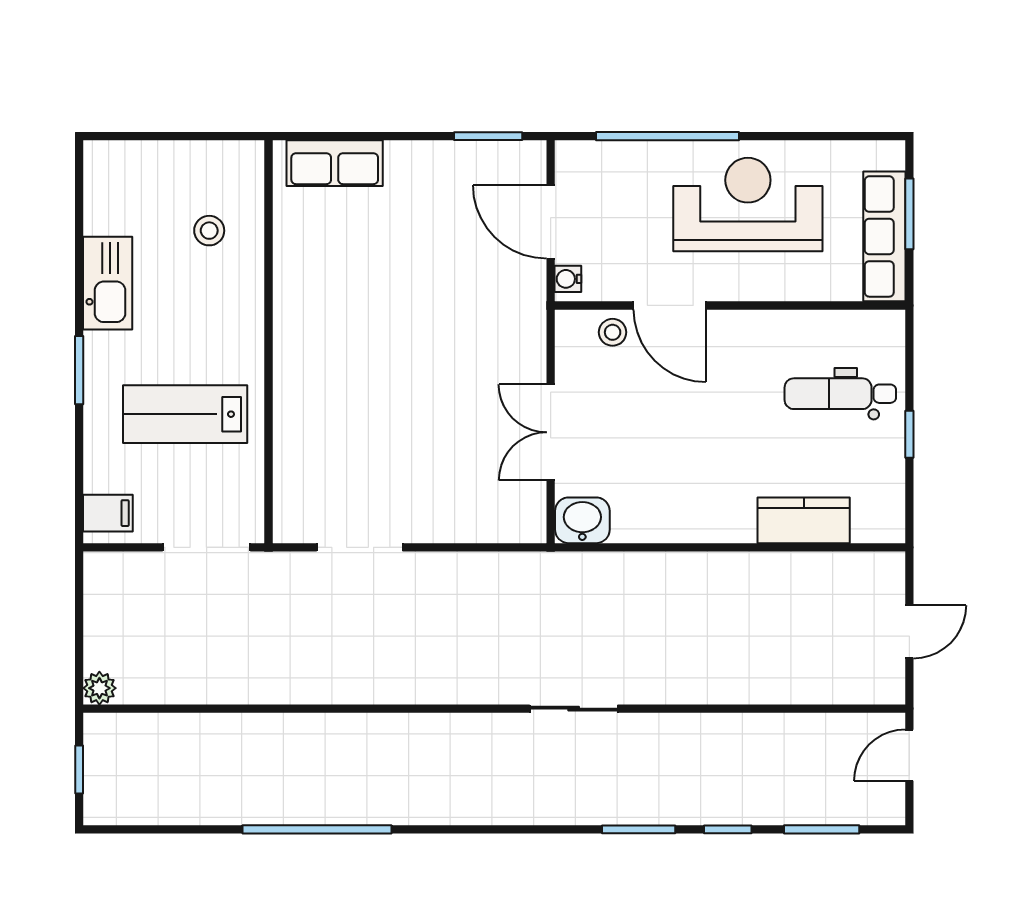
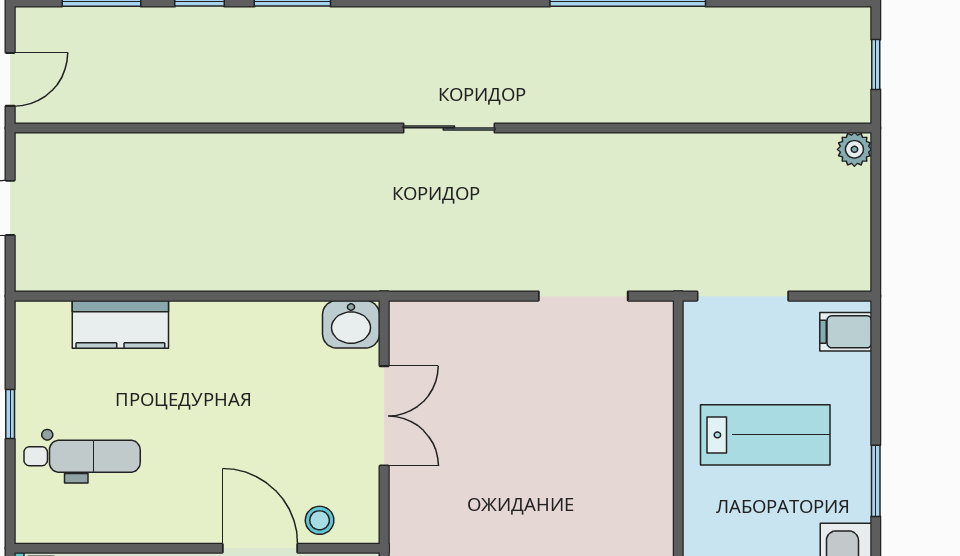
sliding door: (574, 709) -> (449, 128), moved

